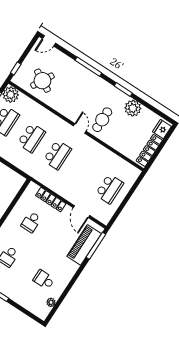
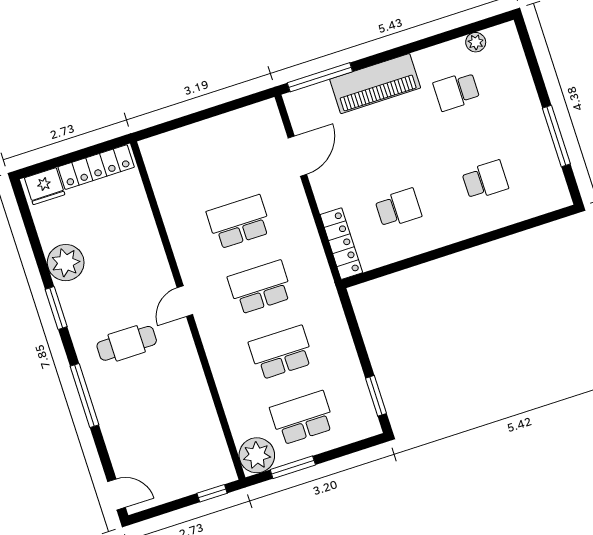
round table: (42, 81) -> (183, 435), removed
cafe table: (102, 120) -> (127, 343), moved
school desk: (109, 189) -> (239, 222), moved
locker: (51, 200) -> (341, 244), moved
piano: (84, 245) -> (375, 84), moved
school desk: (44, 280) -> (456, 91), turned 90

